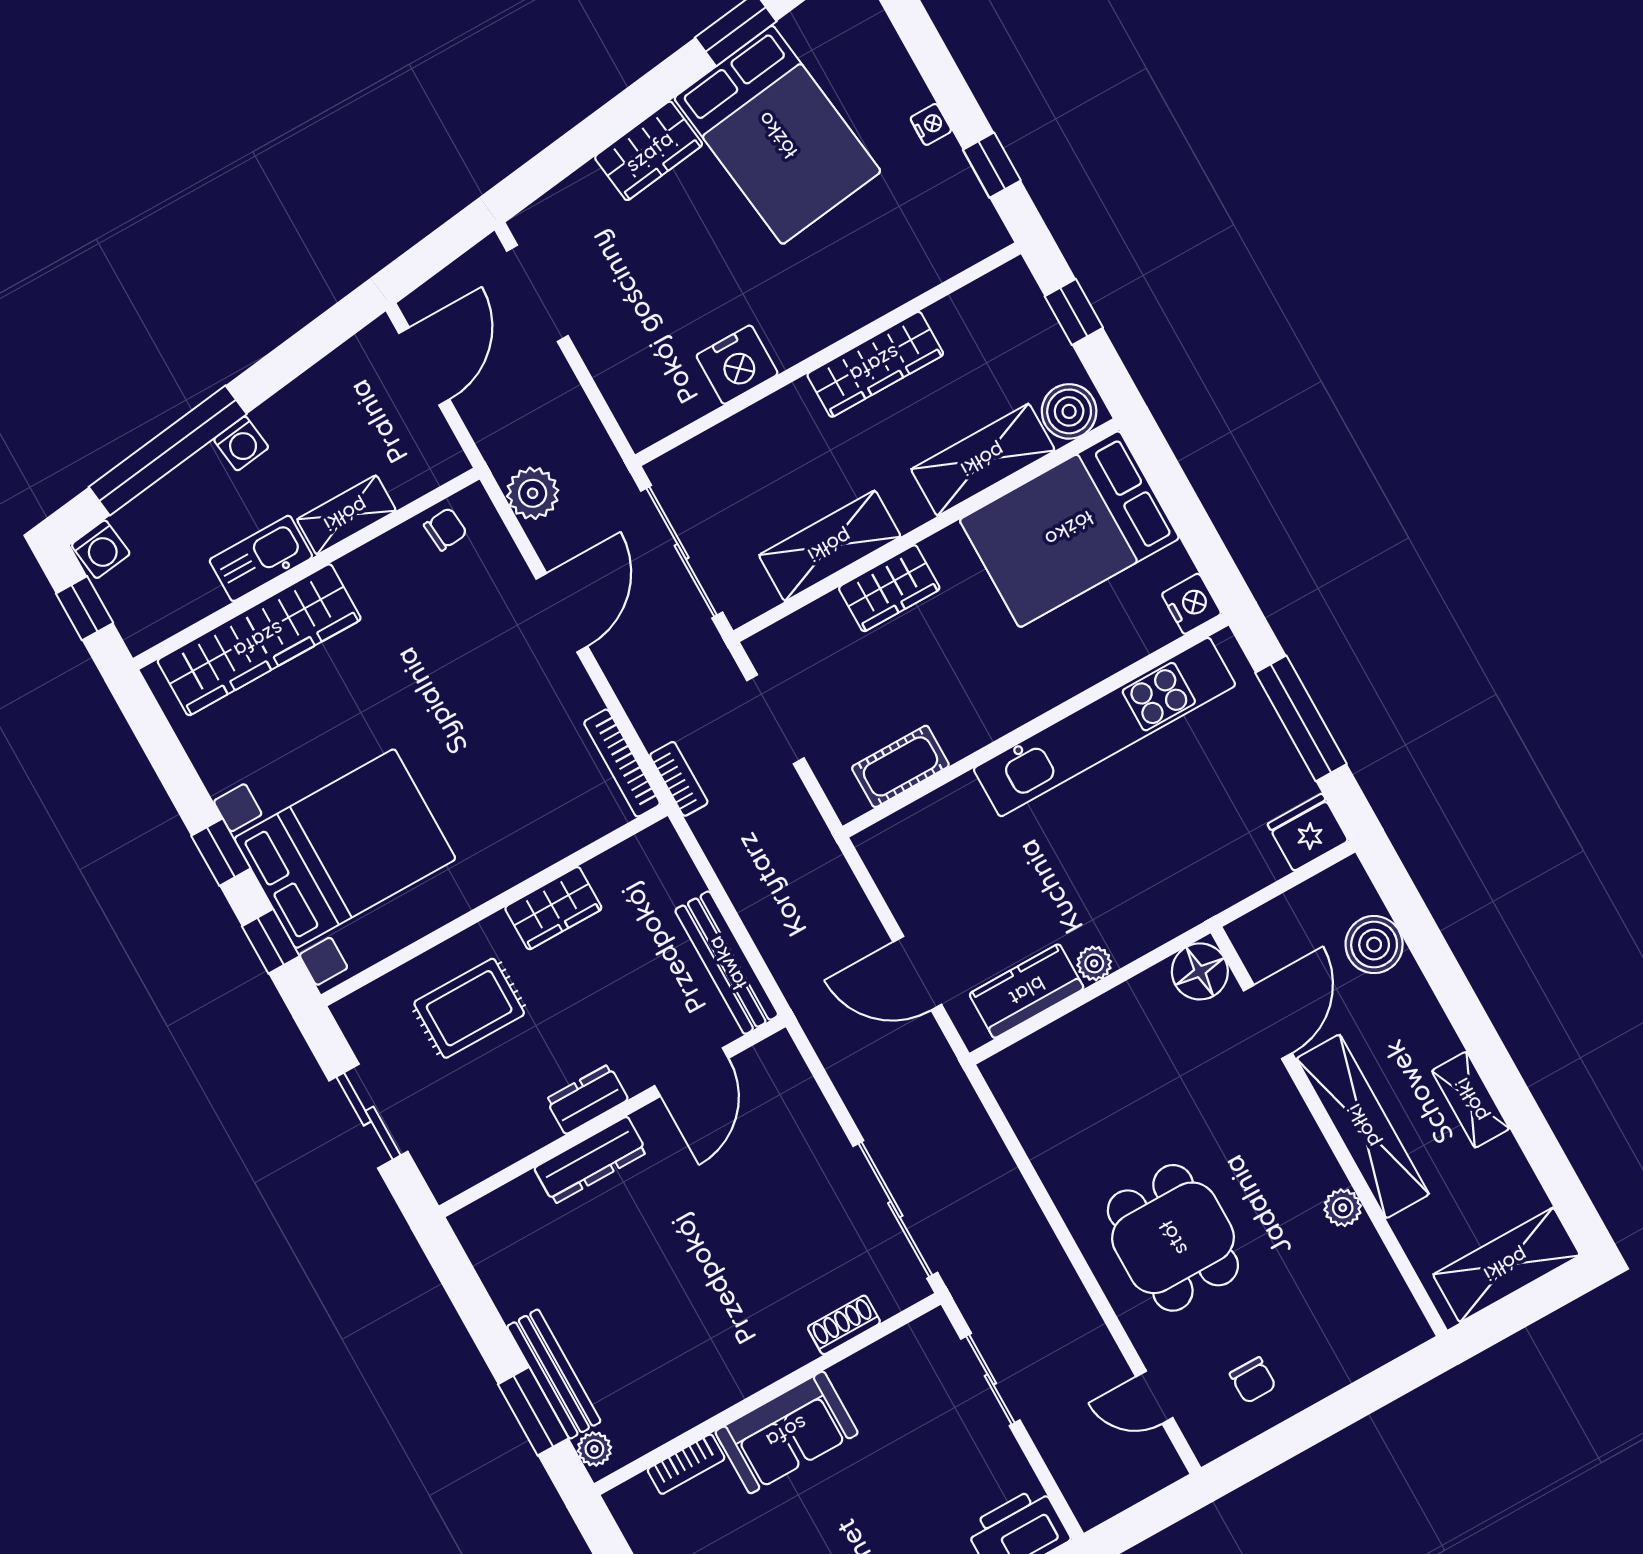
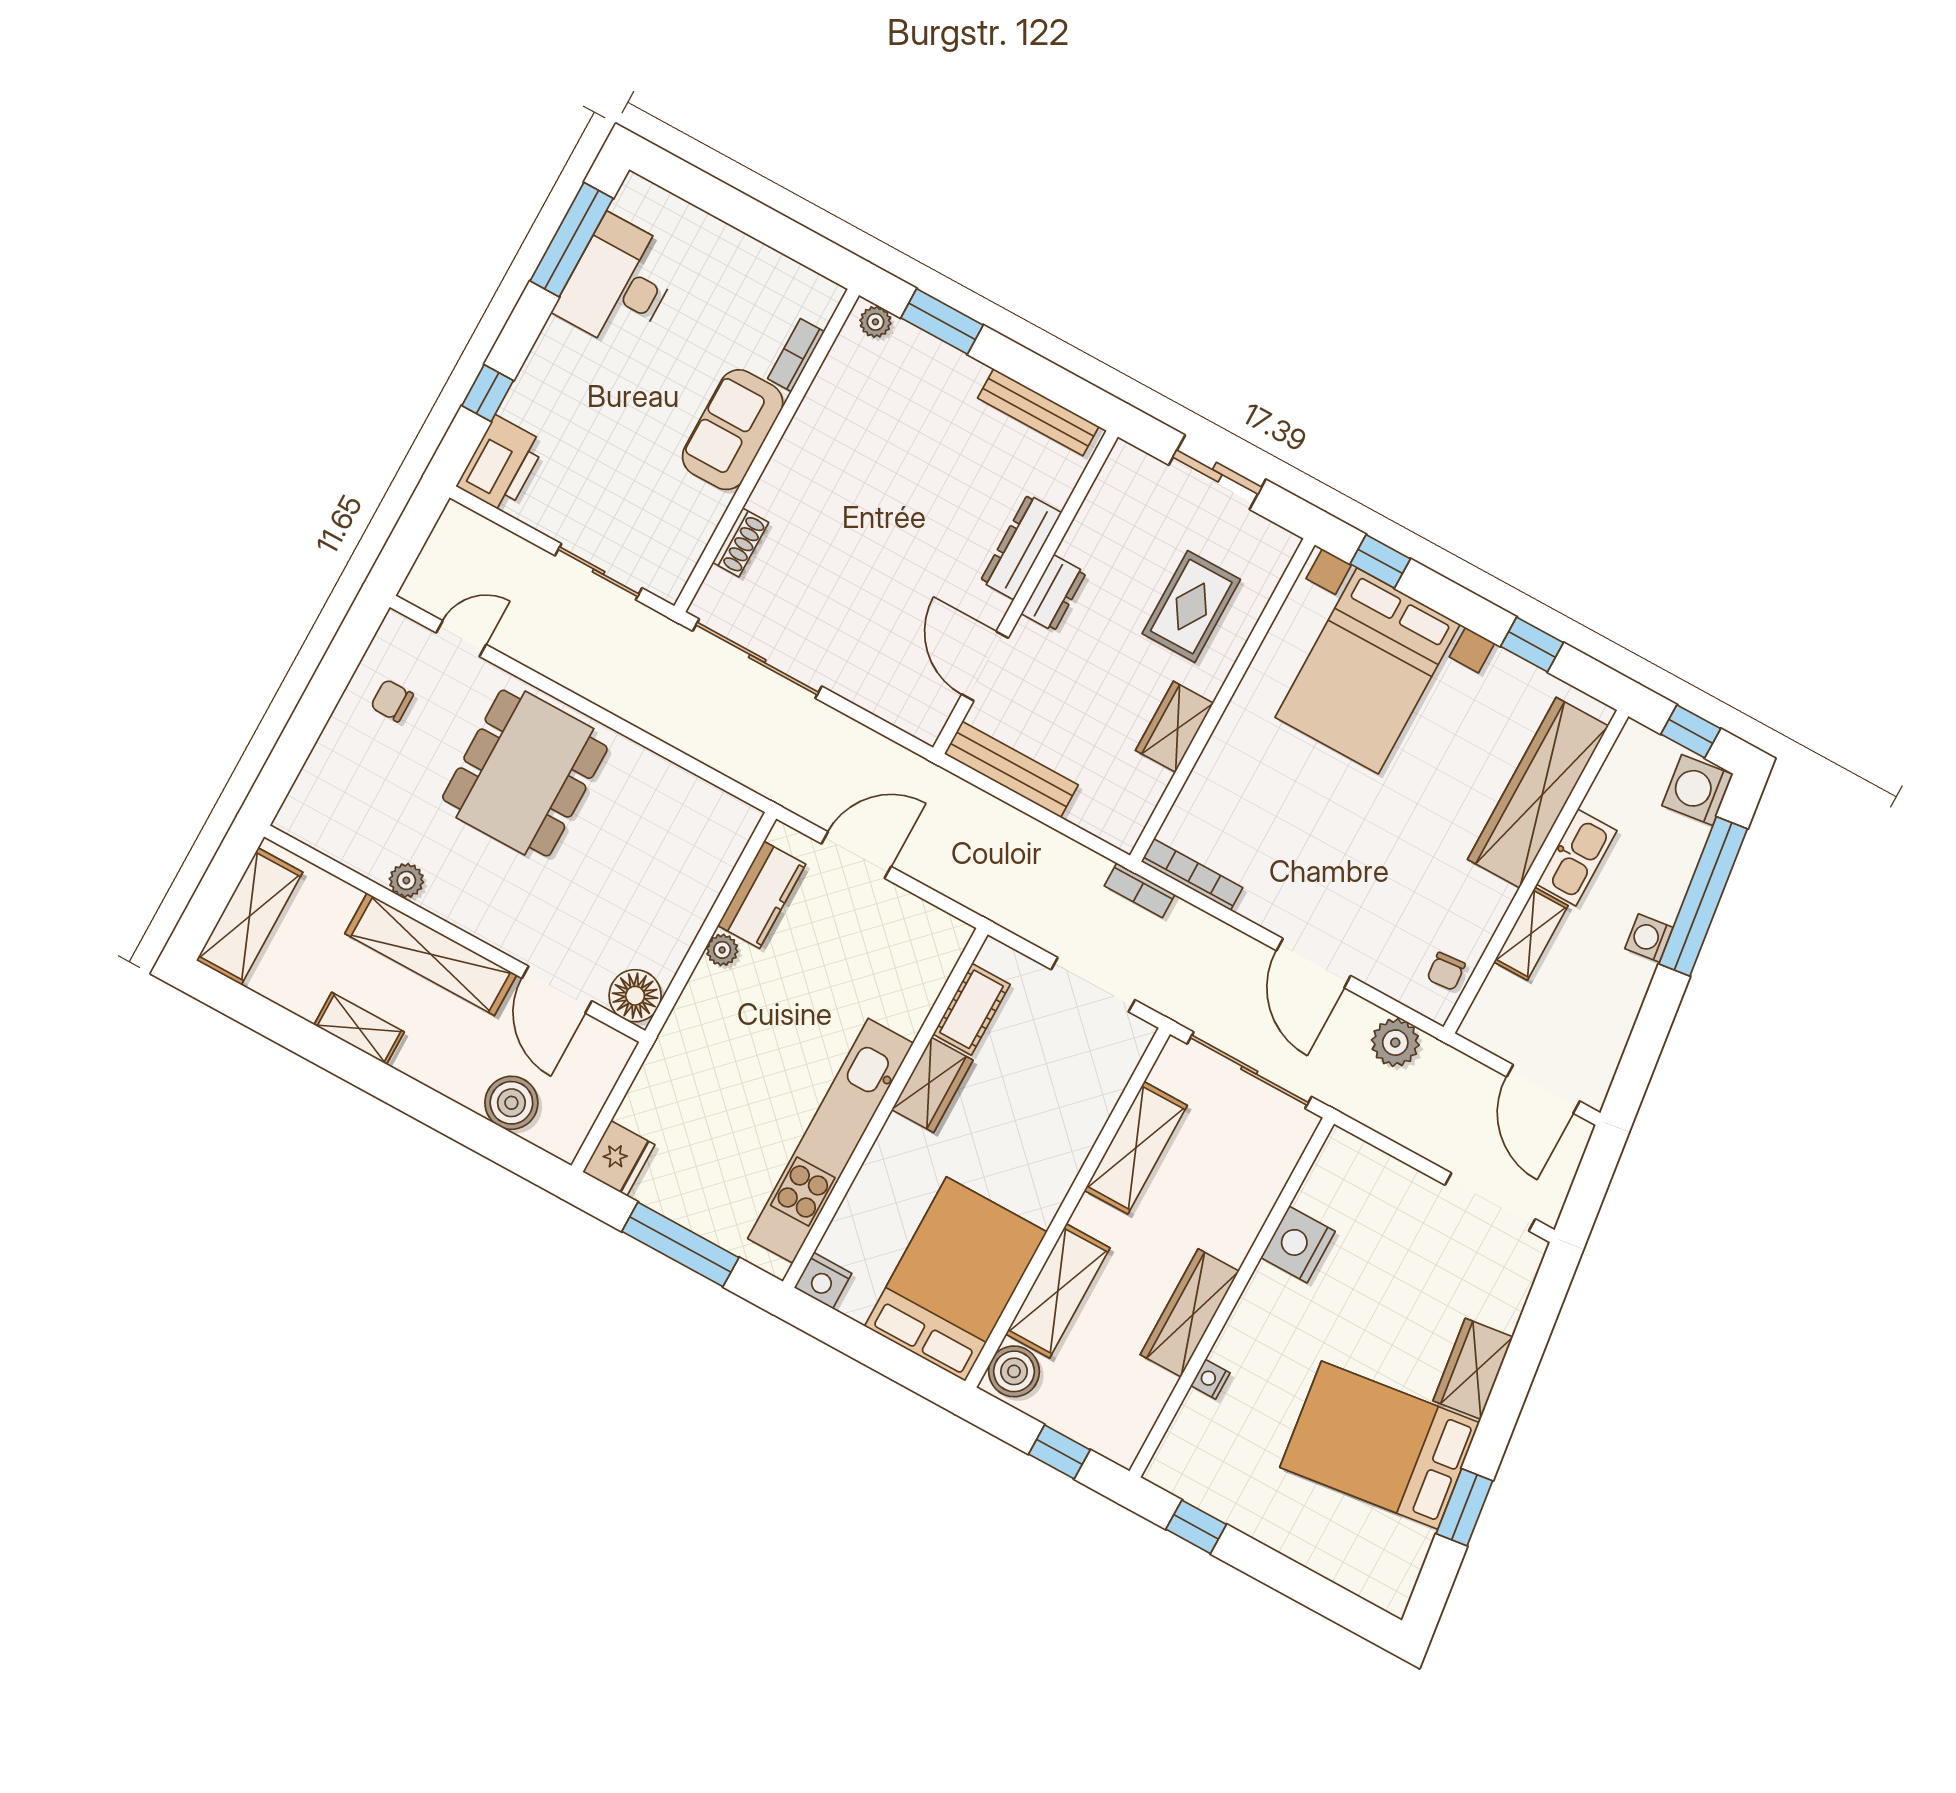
nightstand: (931, 124) -> (1210, 1379), moved, turned 90
washing machine: (101, 549) -> (1697, 790), width x1.38, depth x1.38
wardrobe: (889, 588) -> (932, 1085), moved, turned 180
window: (221, 852) -> (1532, 644), moved
dining table: (1173, 1238) -> (525, 773), width x1.37
bench: (554, 1374) -> (1038, 412), moved

